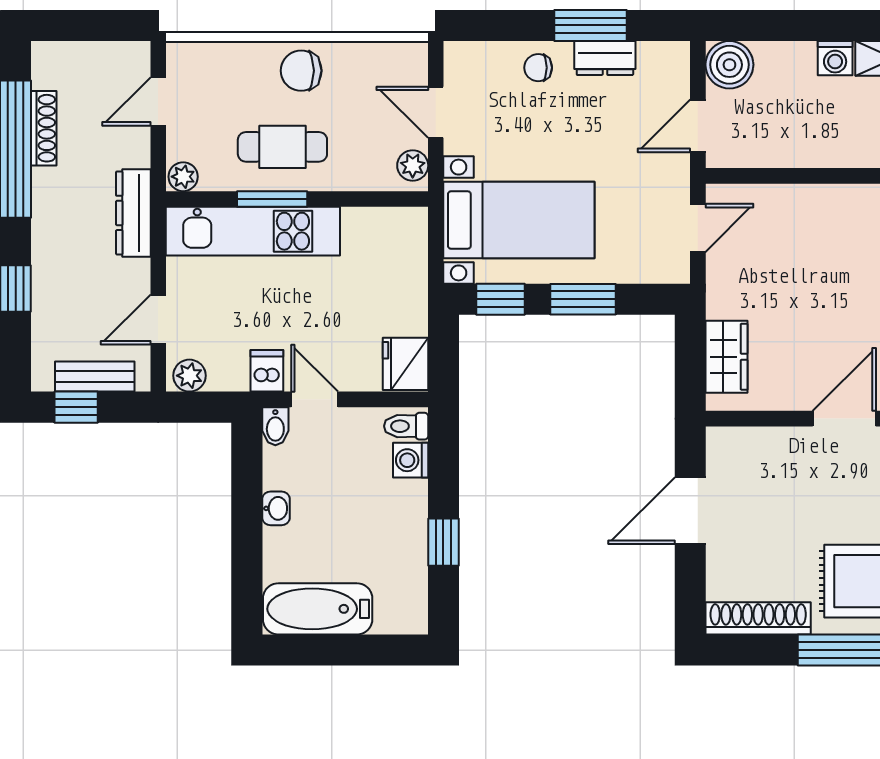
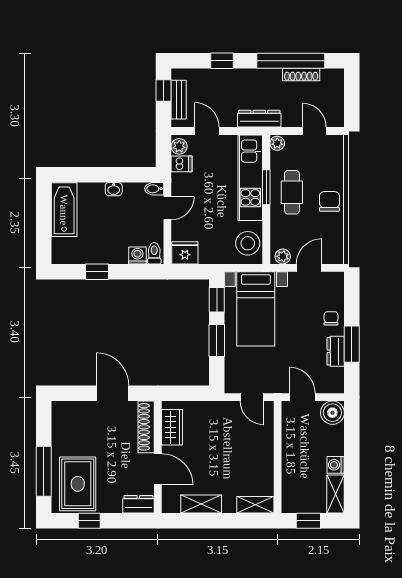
stool: (386, 236) -> (248, 243), added
wardrobe: (727, 357) -> (172, 427), moved, turned -90
dishwasher: (267, 371) -> (181, 164), moved
shoe rack: (758, 618) -> (146, 427), moved, turned 180

